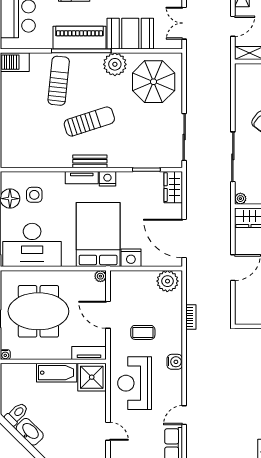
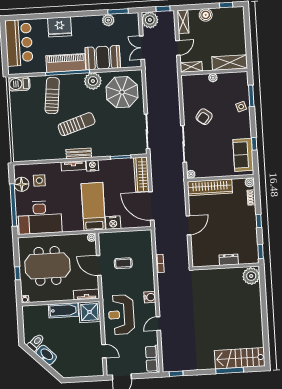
wardrobe: (173, 187) -> (141, 175), width x1.50
bed: (98, 234) -> (93, 207), width x0.67
plant: (167, 281) -> (141, 238), removed
coffee table: (143, 332) -> (123, 263), moved
door: (184, 415) -> (158, 324), moved

